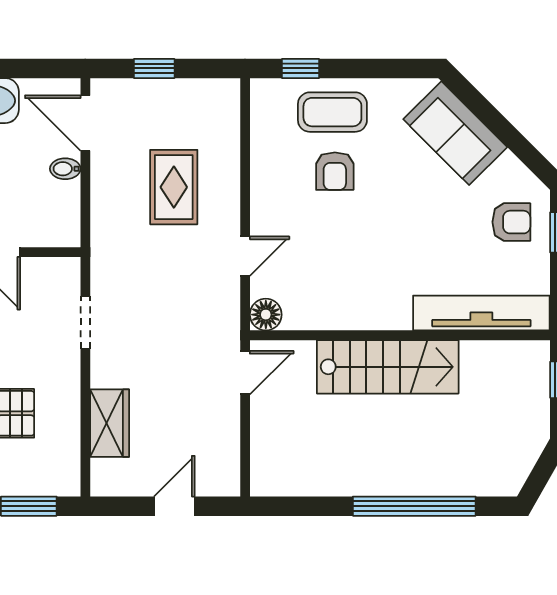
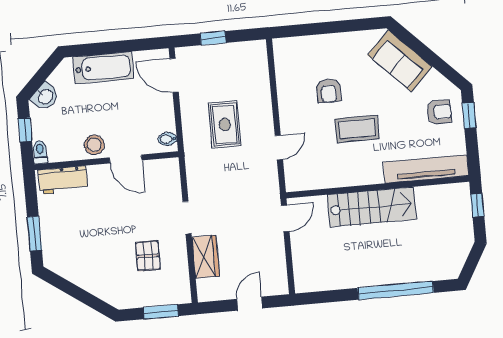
window: (300, 68) -> (302, 30), removed
coffee table: (332, 112) -> (357, 129), moved
bidet: (65, 169) -> (168, 139), moved
rug: (174, 187) -> (225, 124), moved
floor lamp: (266, 315) -> (295, 182), removed
doorway: (85, 323) -> (187, 218), moved

